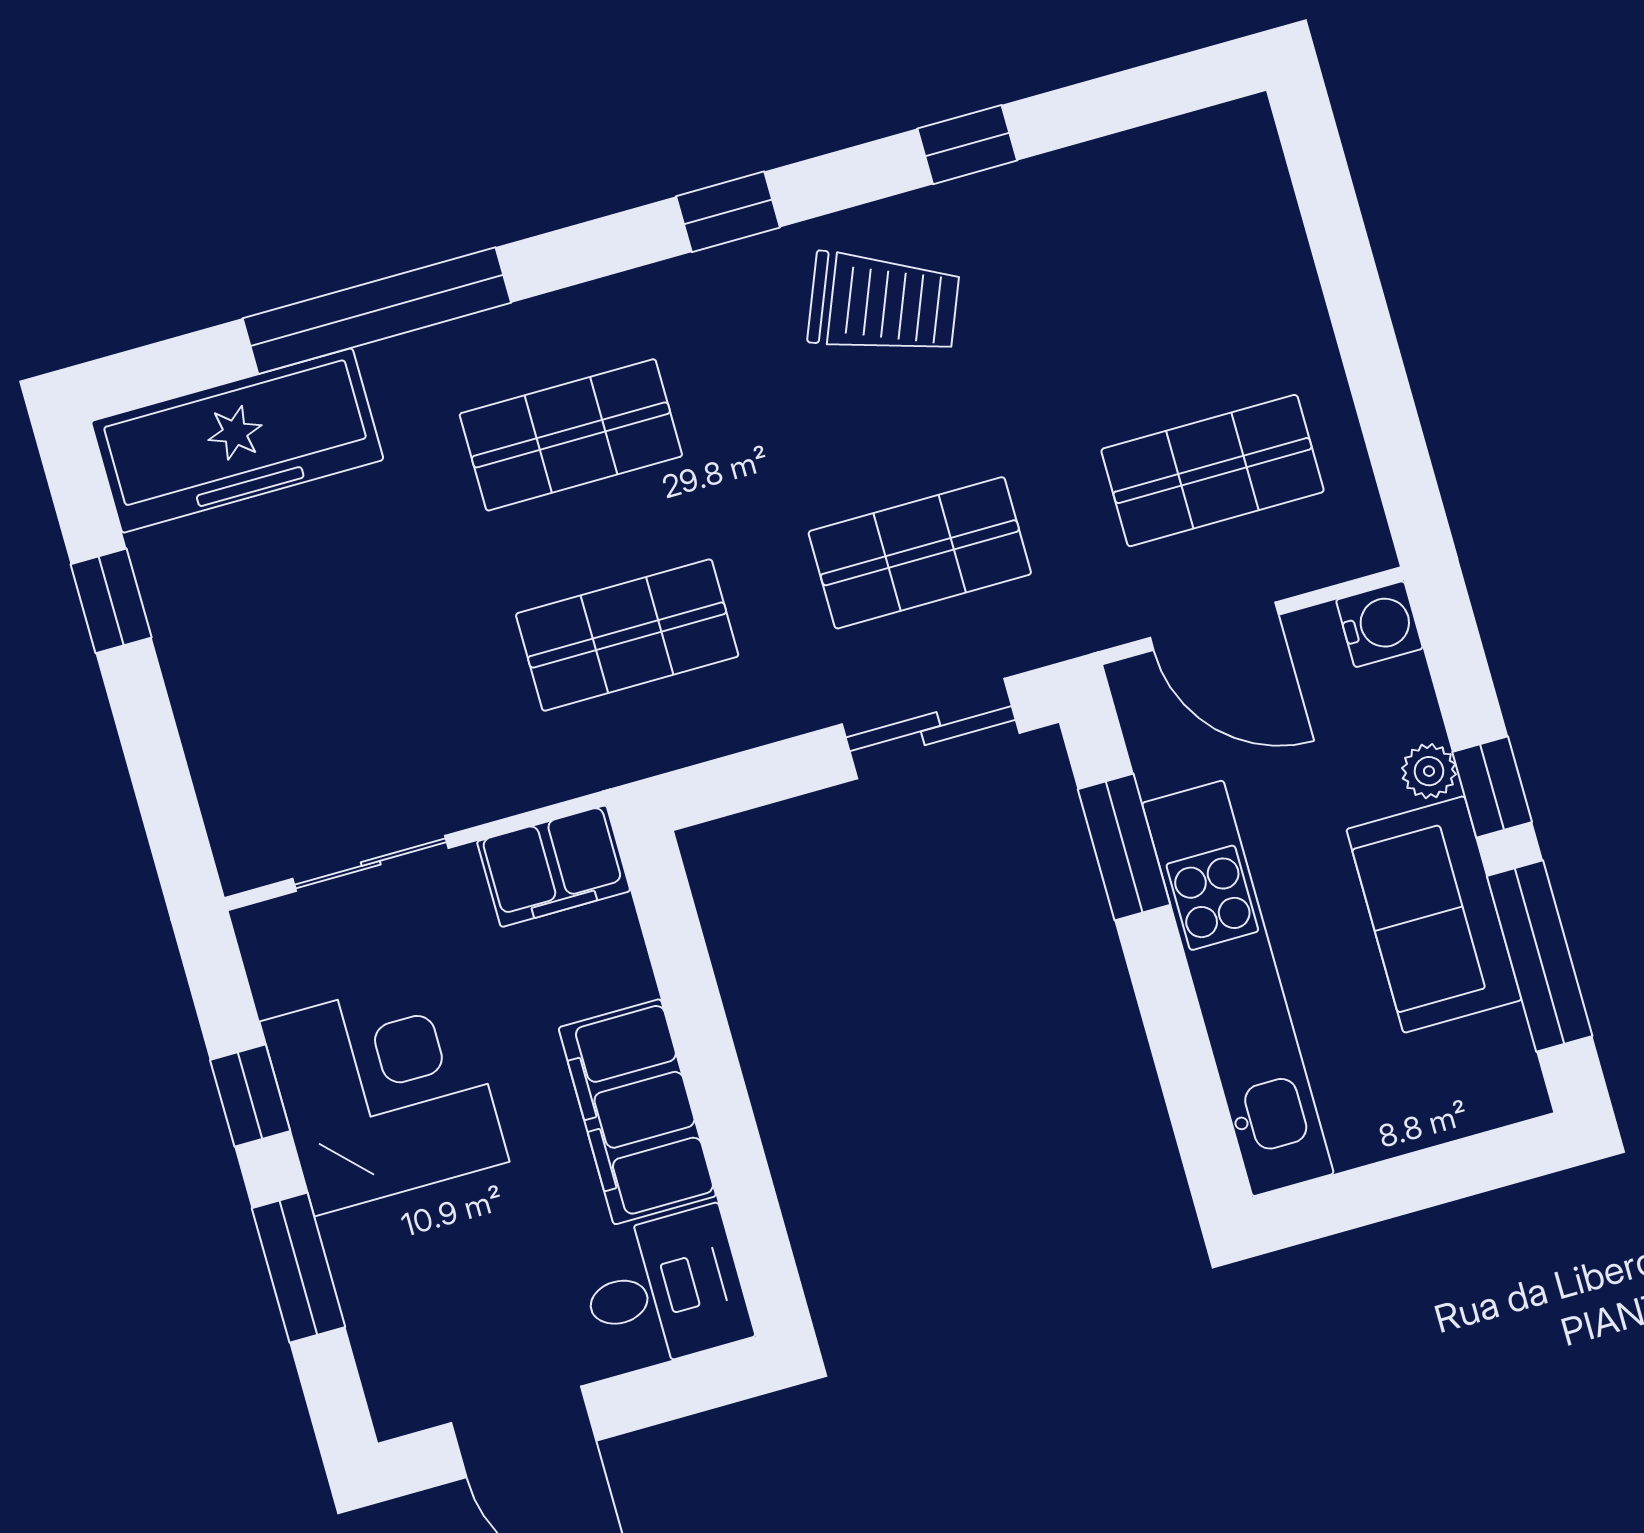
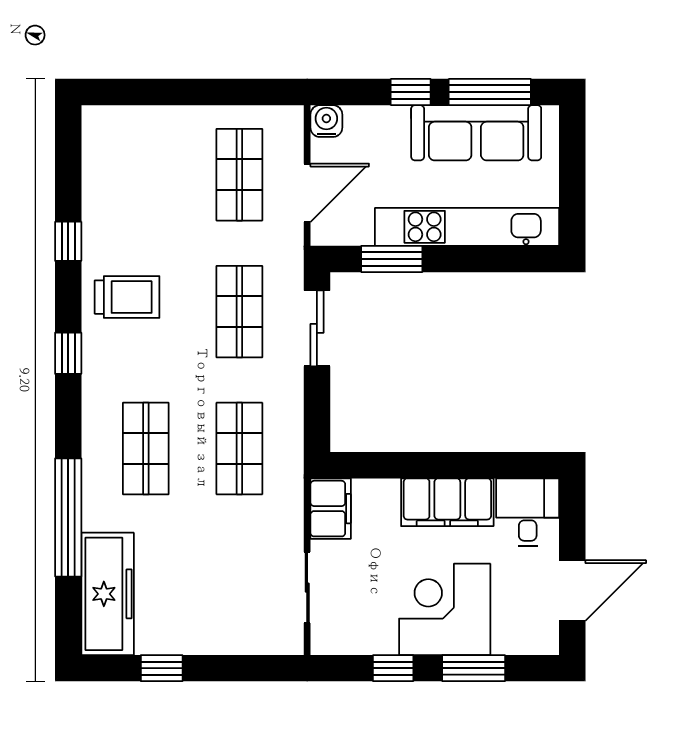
trolley: (884, 304) -> (127, 297), turned 68
plant: (1429, 771) -> (396, 117), removed
sofa: (1434, 915) -> (476, 133), width x1.36
corner desk: (385, 1092) -> (445, 609), moved

